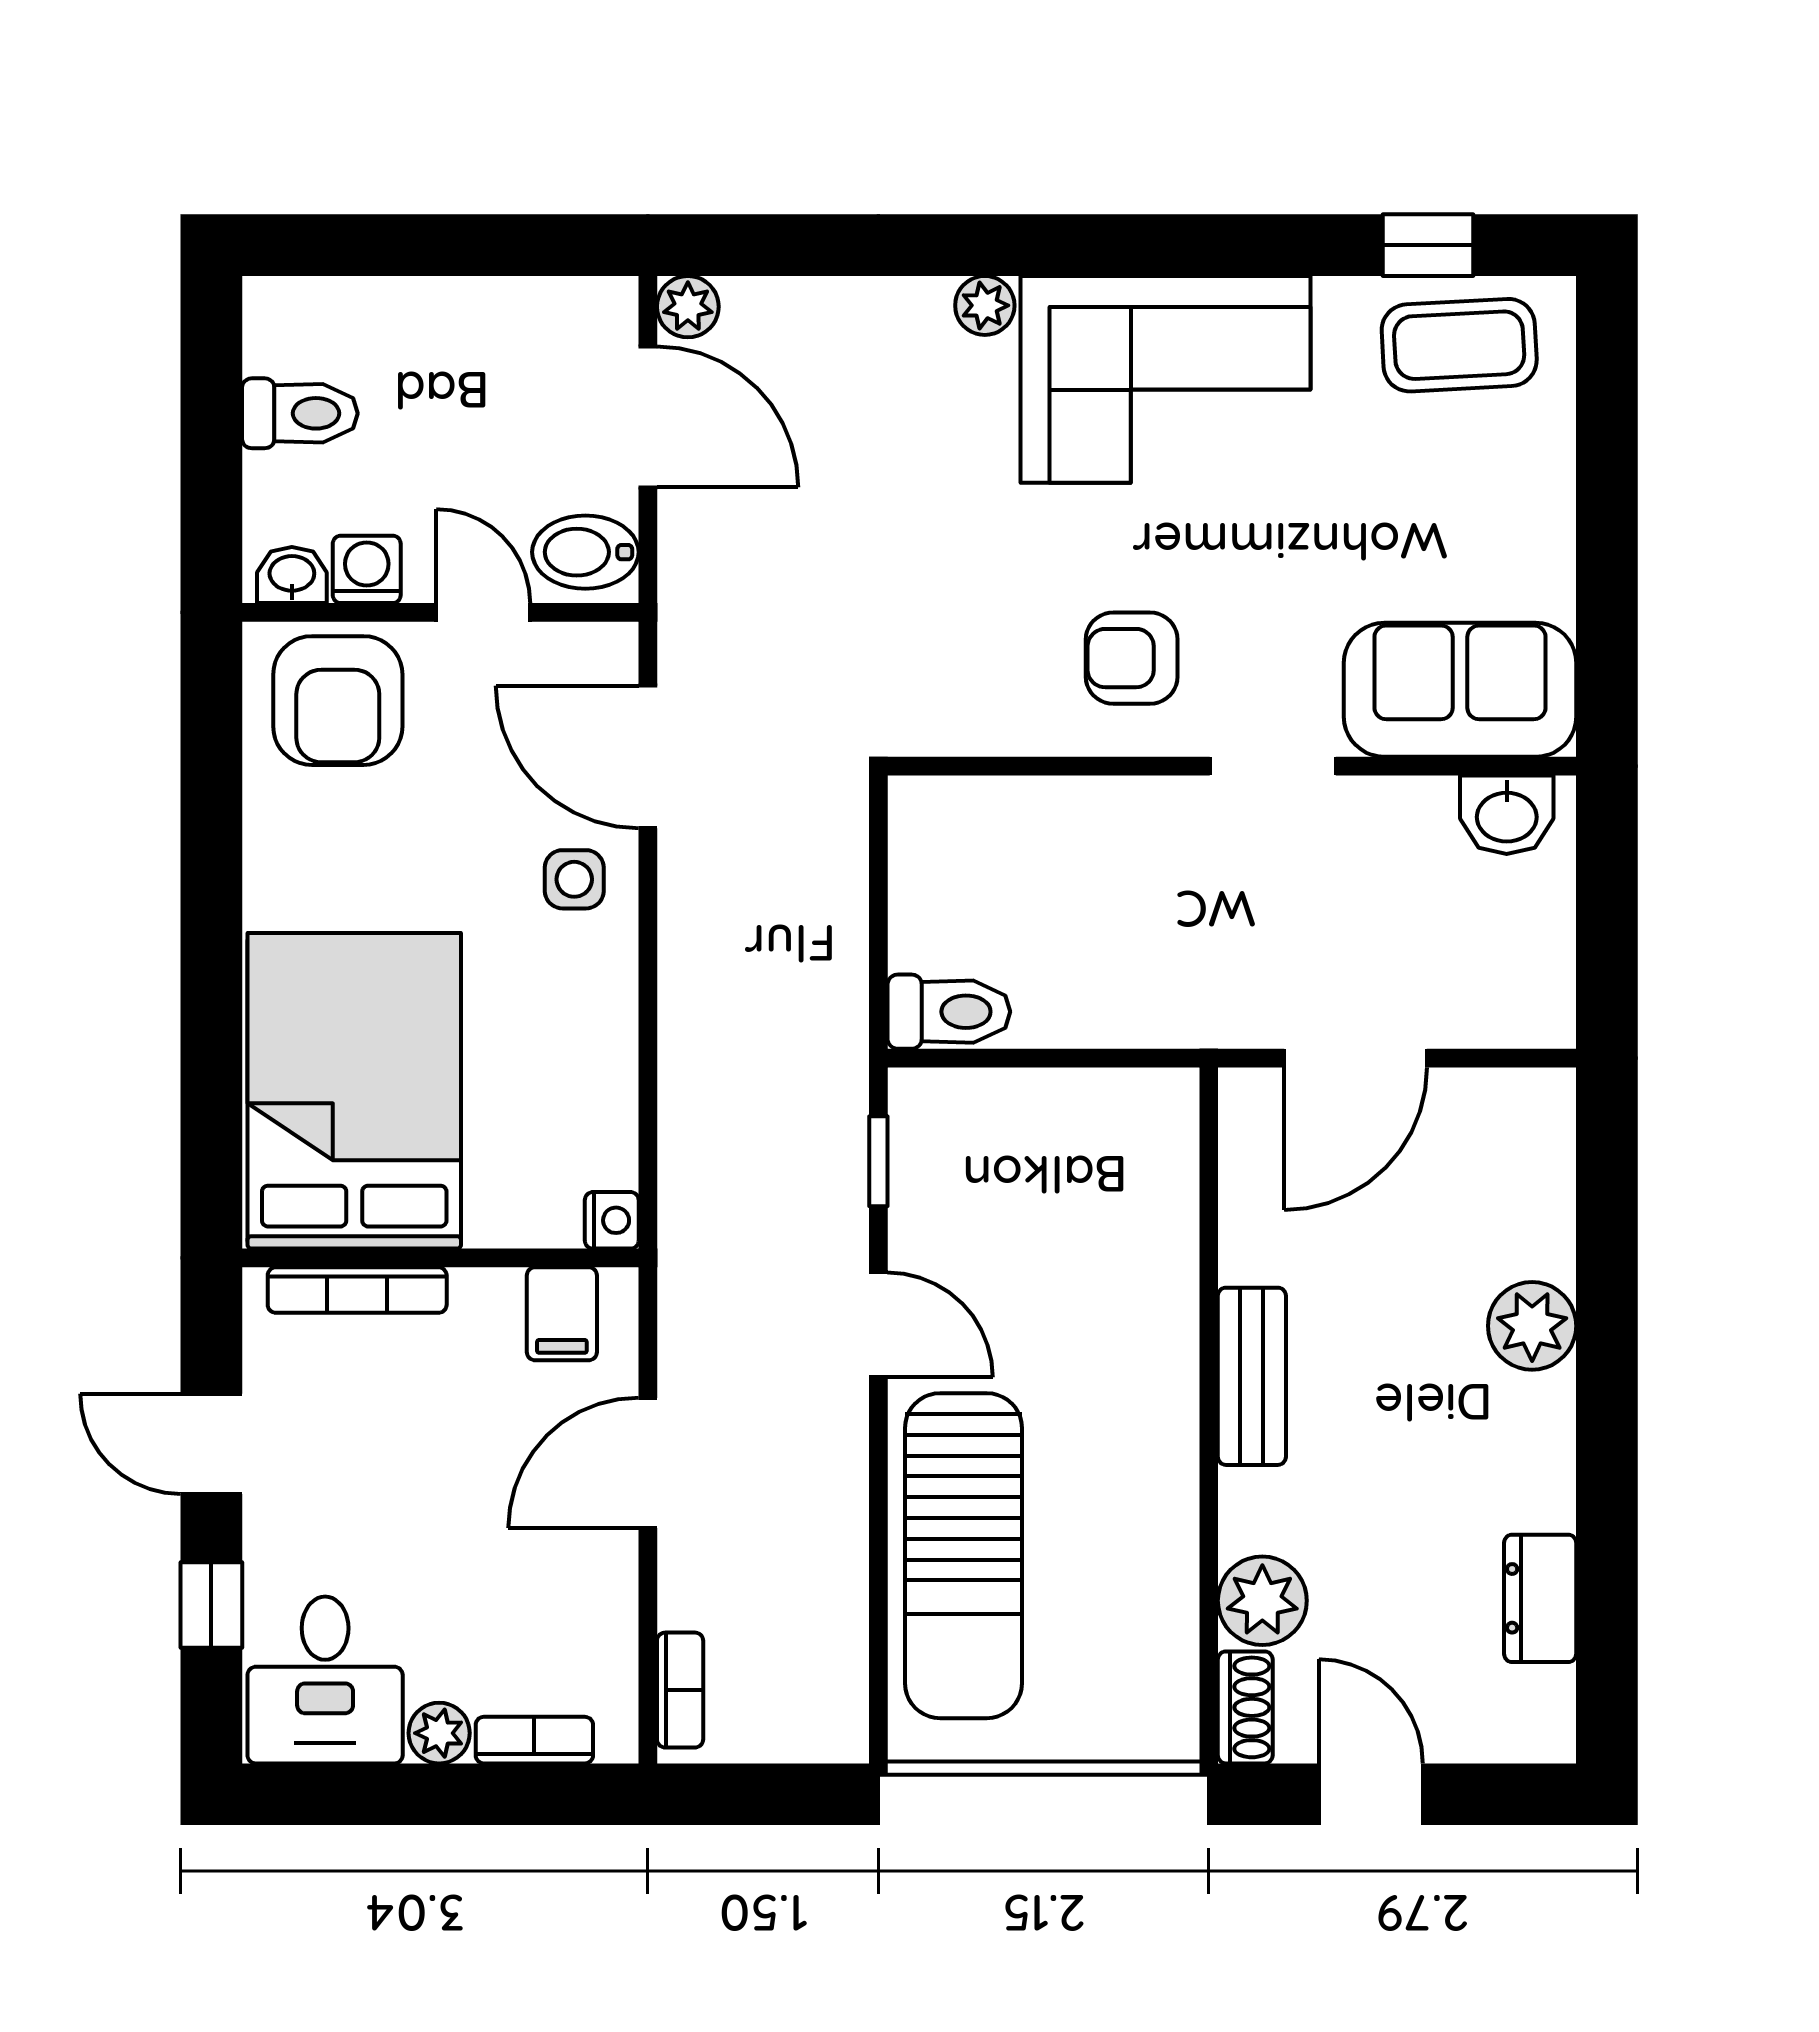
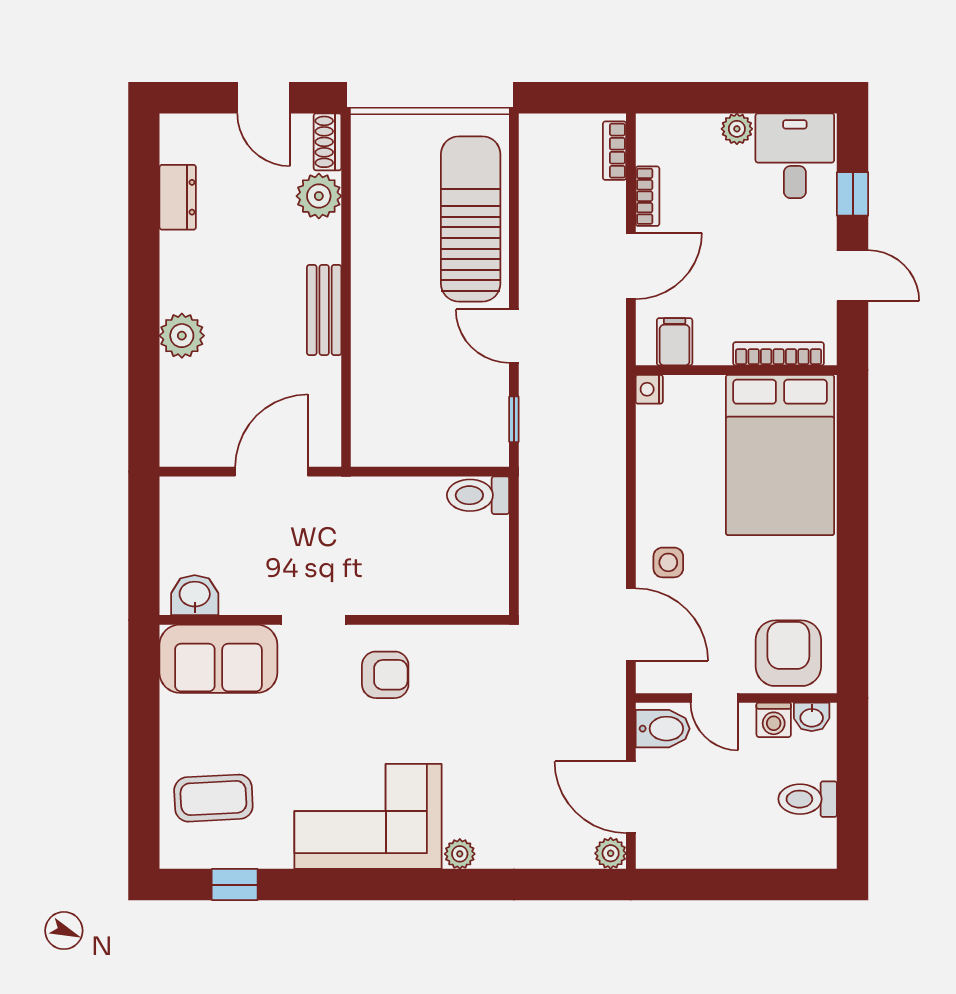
coffee table: (1459, 345) -> (213, 798), moved
bookcase: (534, 1740) -> (648, 196), moved, turned -90

